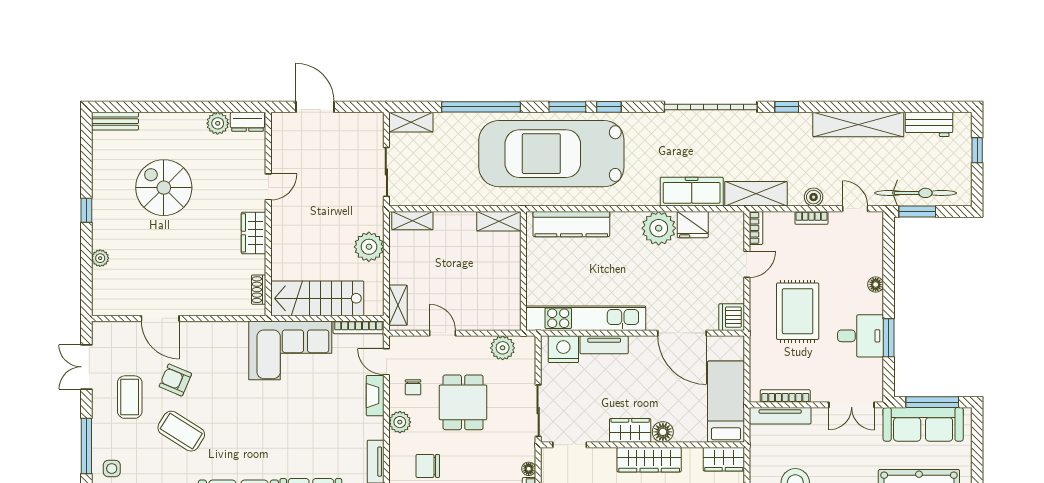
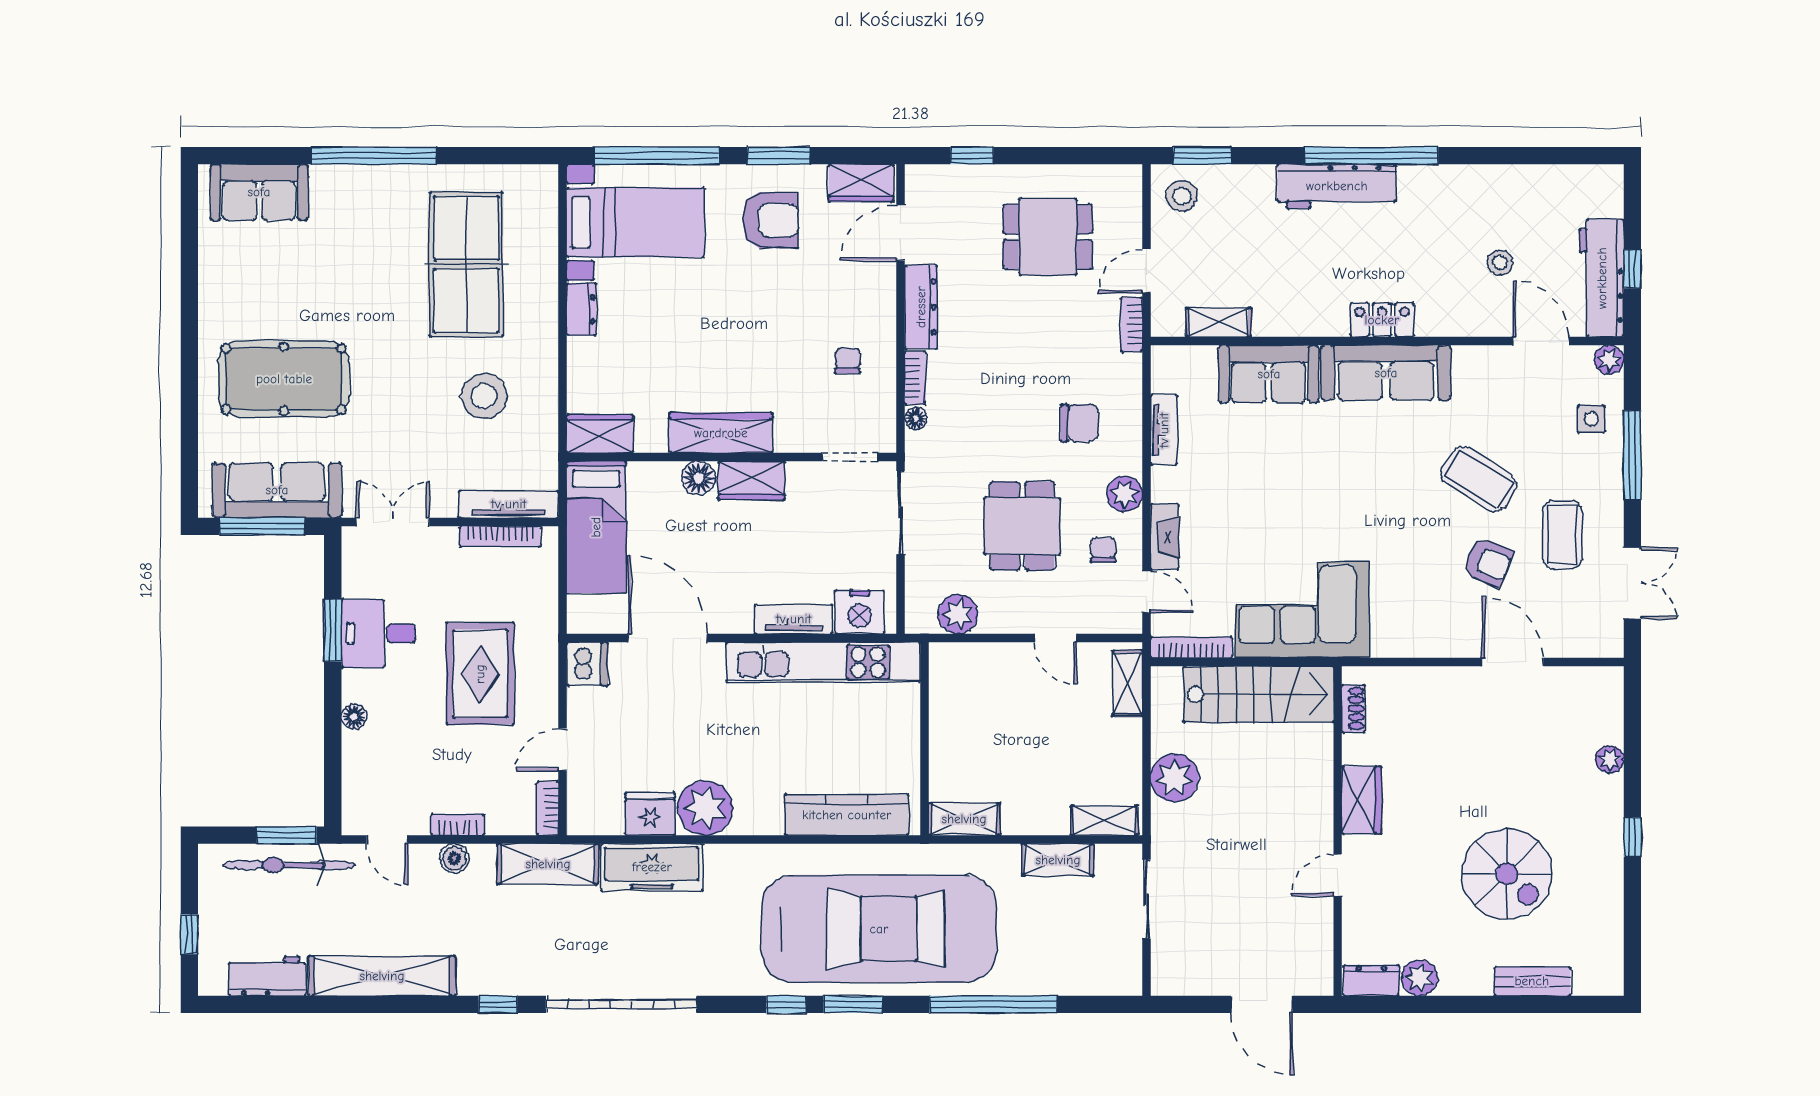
bench: (115, 121) -> (1532, 981), moved
shelving: (411, 122) -> (1058, 860), moved

